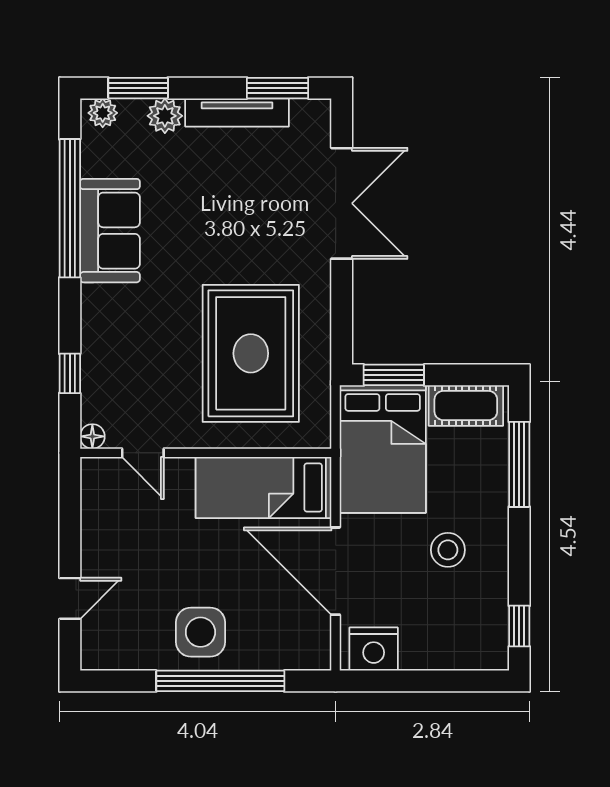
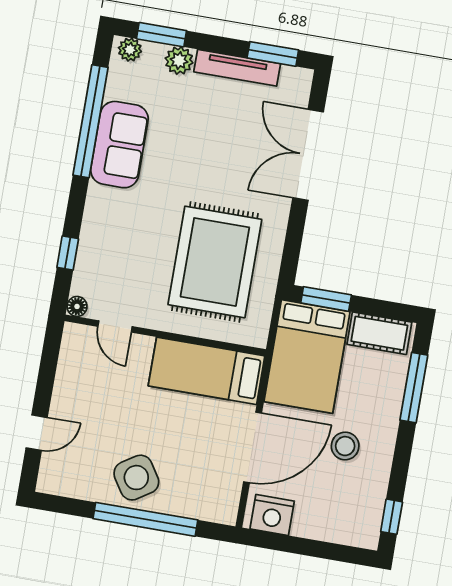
double door: (342, 203) -> (308, 155), swing flipped
door: (336, 571) -> (253, 447), swing flipped
side table: (200, 632) -> (136, 478), turned -33

